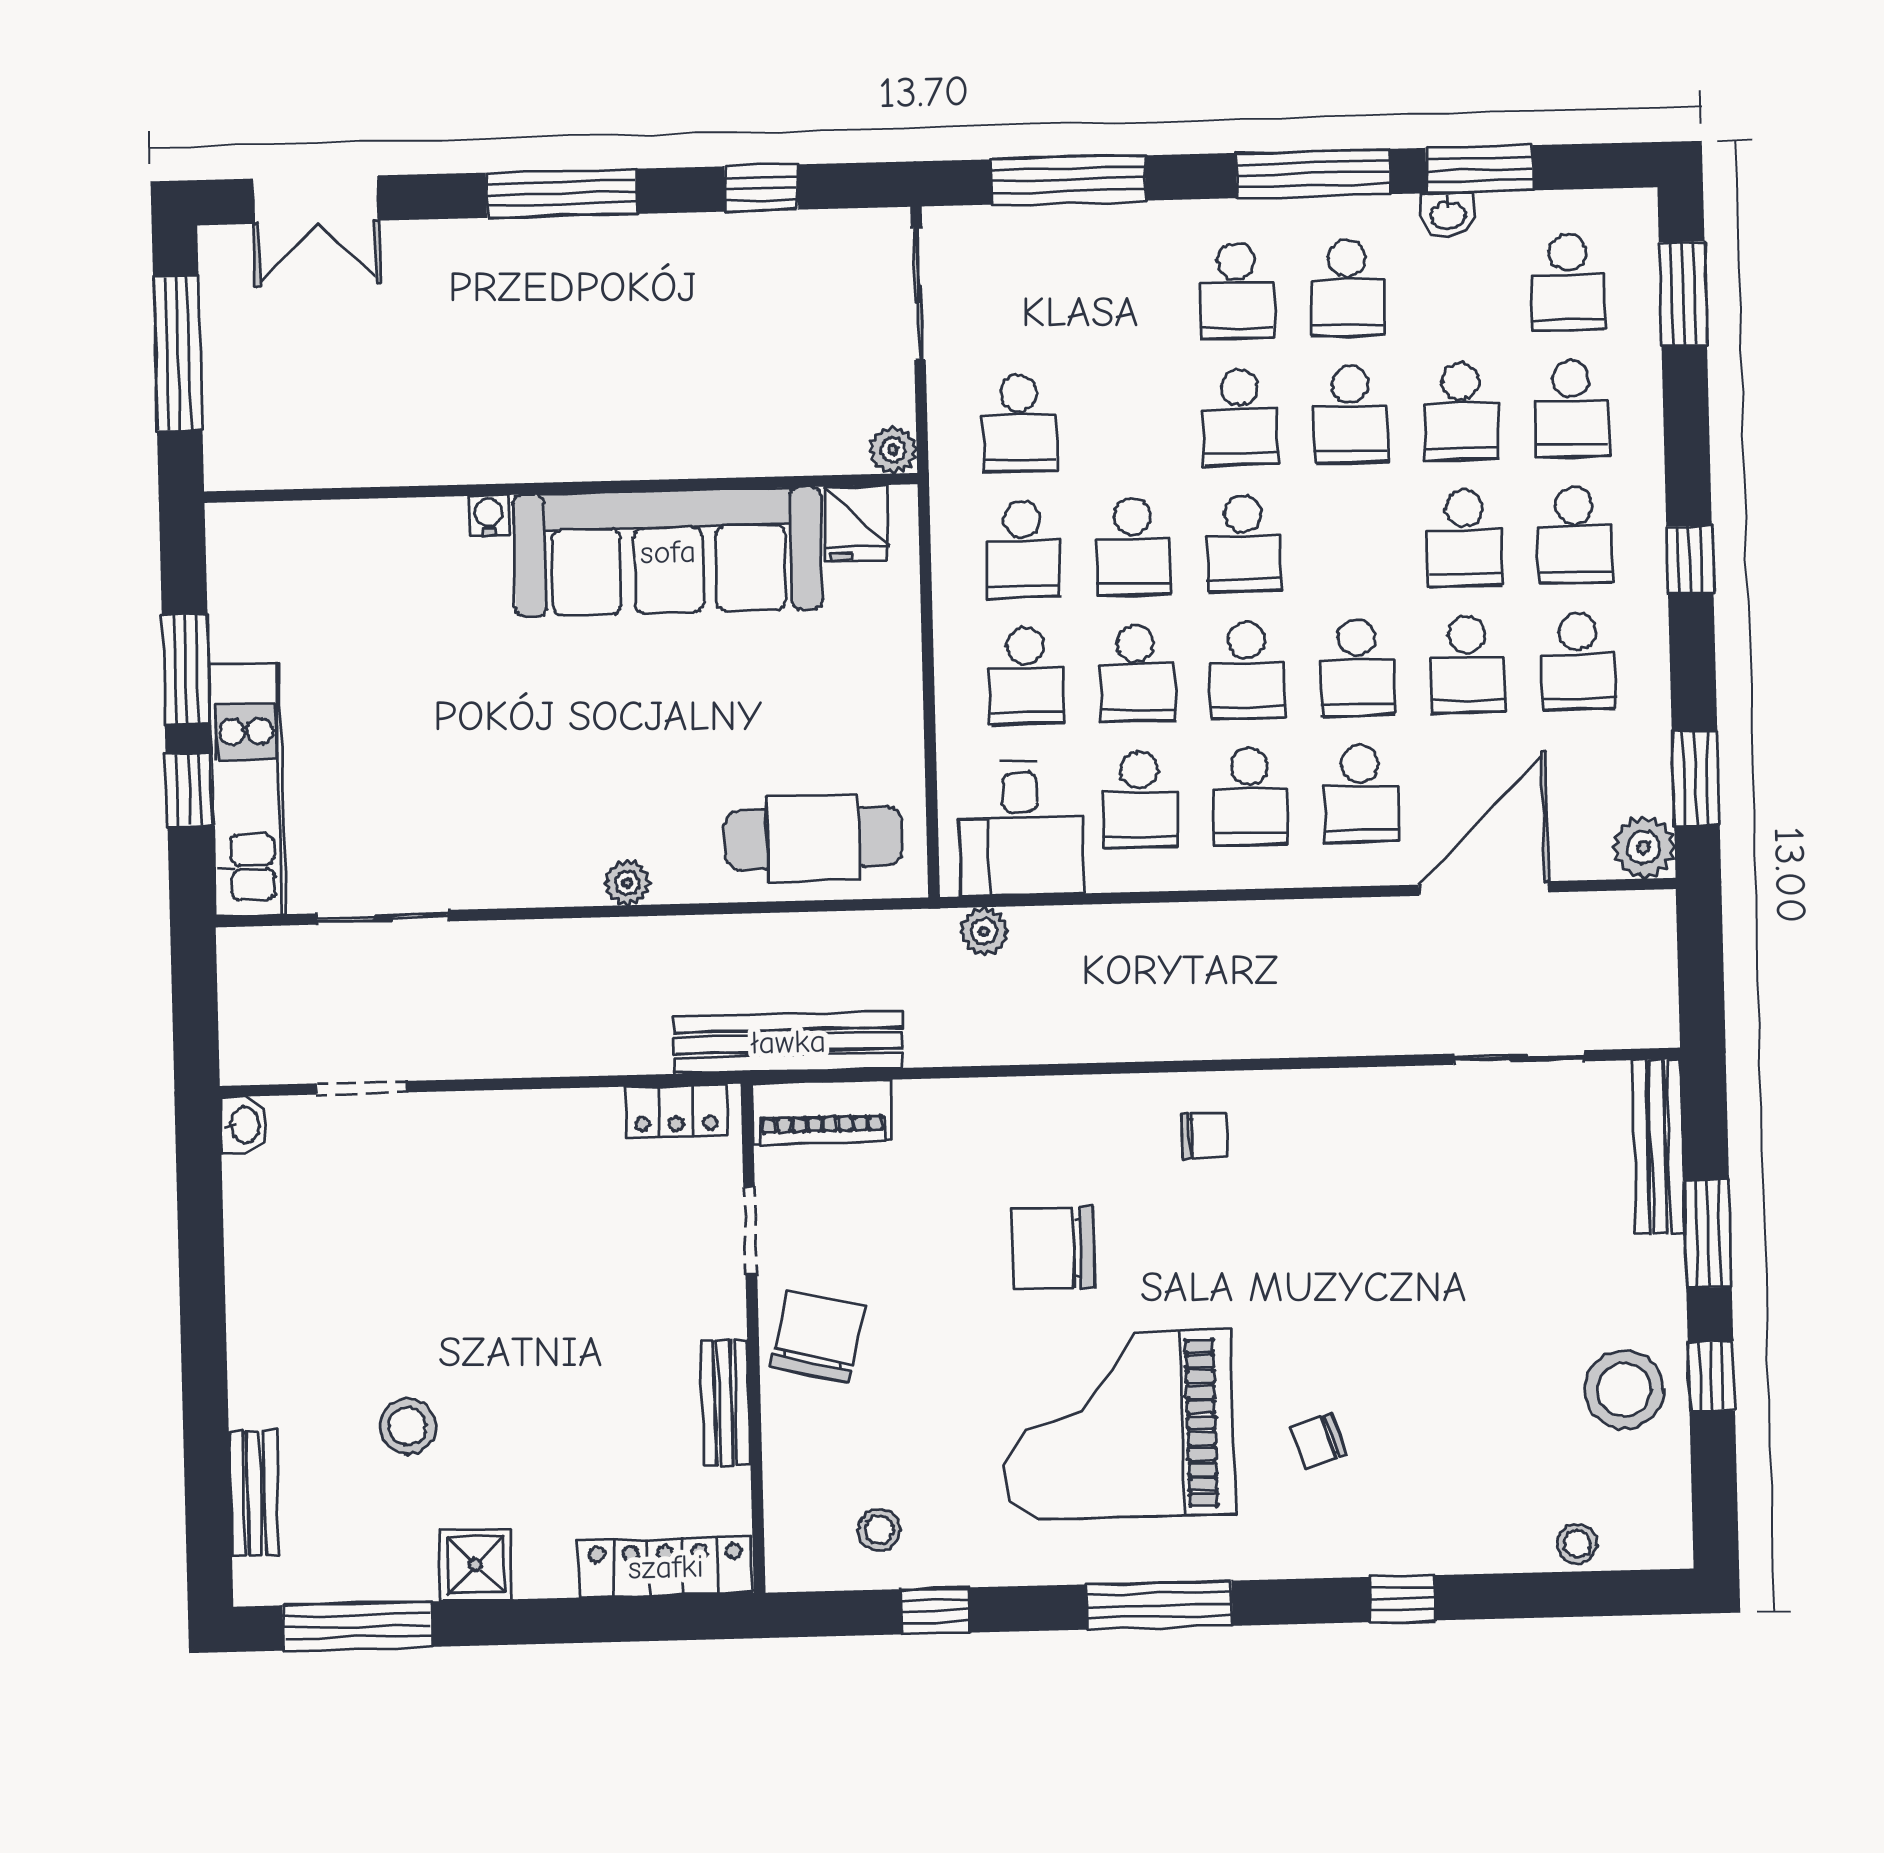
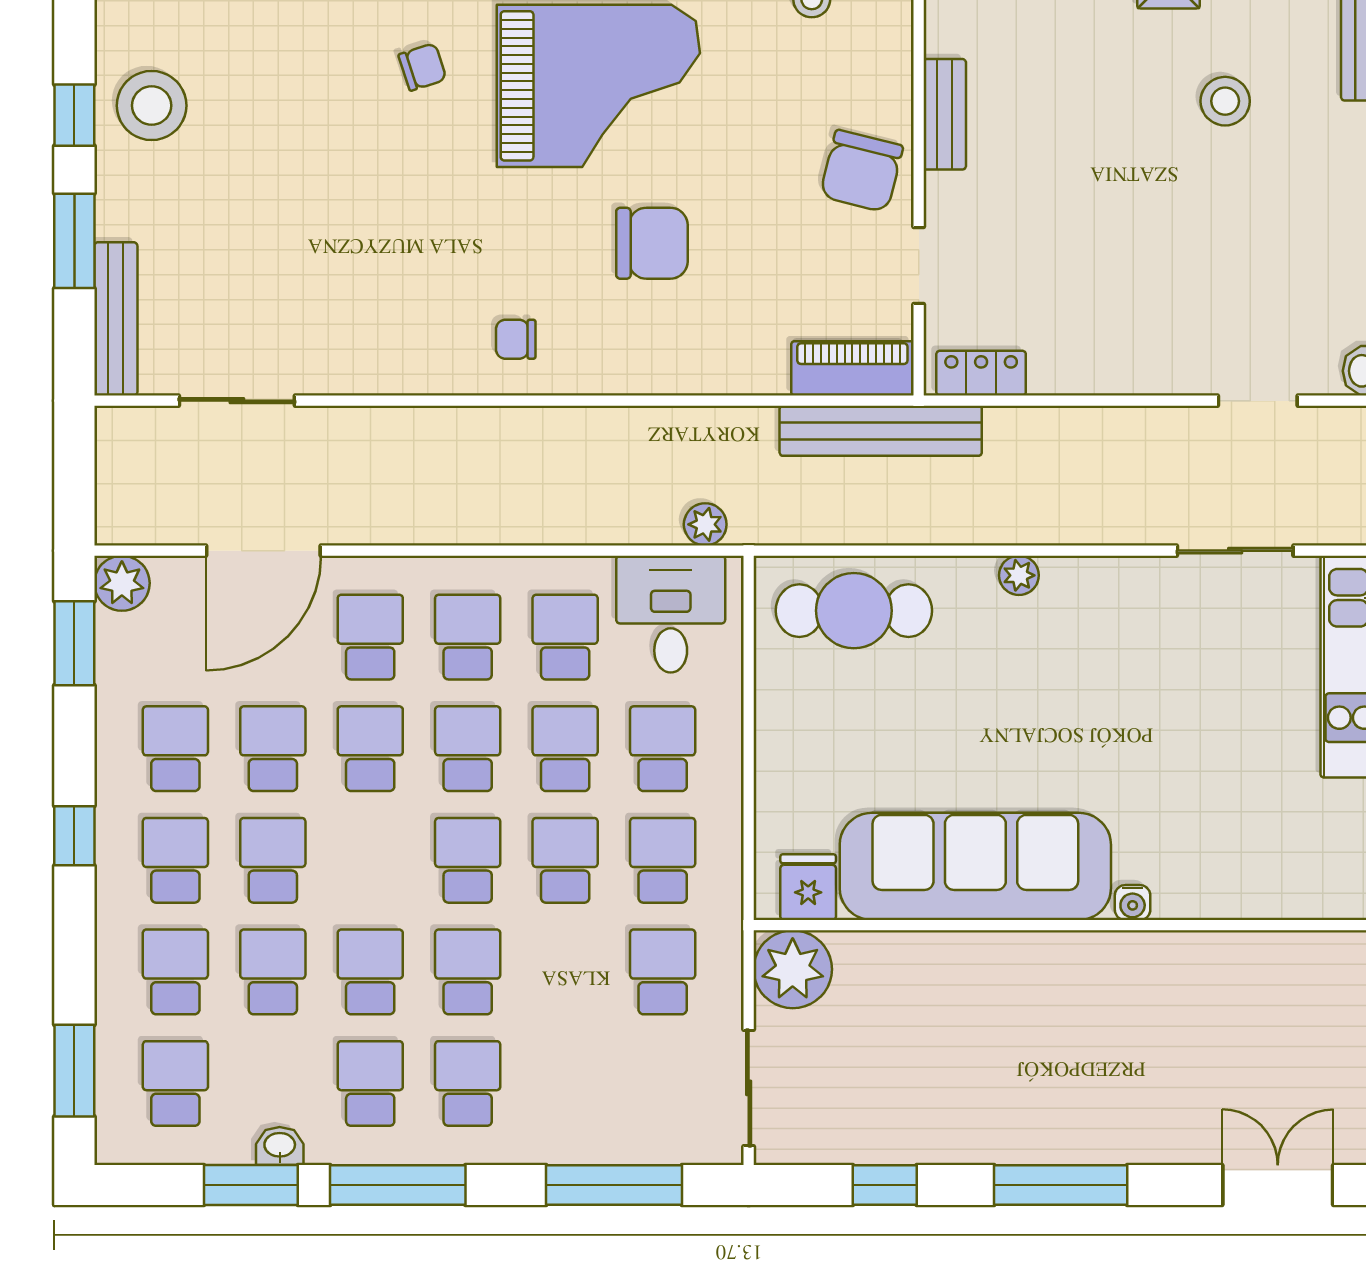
plant: (893, 450) -> (793, 969), width x1.87, depth x1.87

